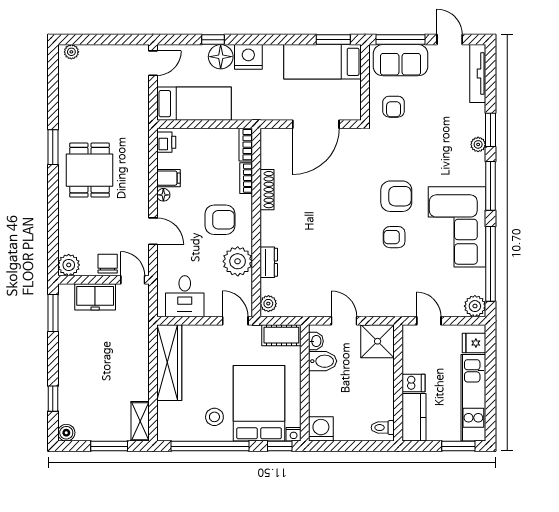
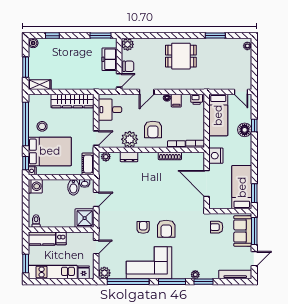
nightstand: (248, 57) -> (216, 156), moved, turned 180
window: (53, 147) -> (215, 36), moved

